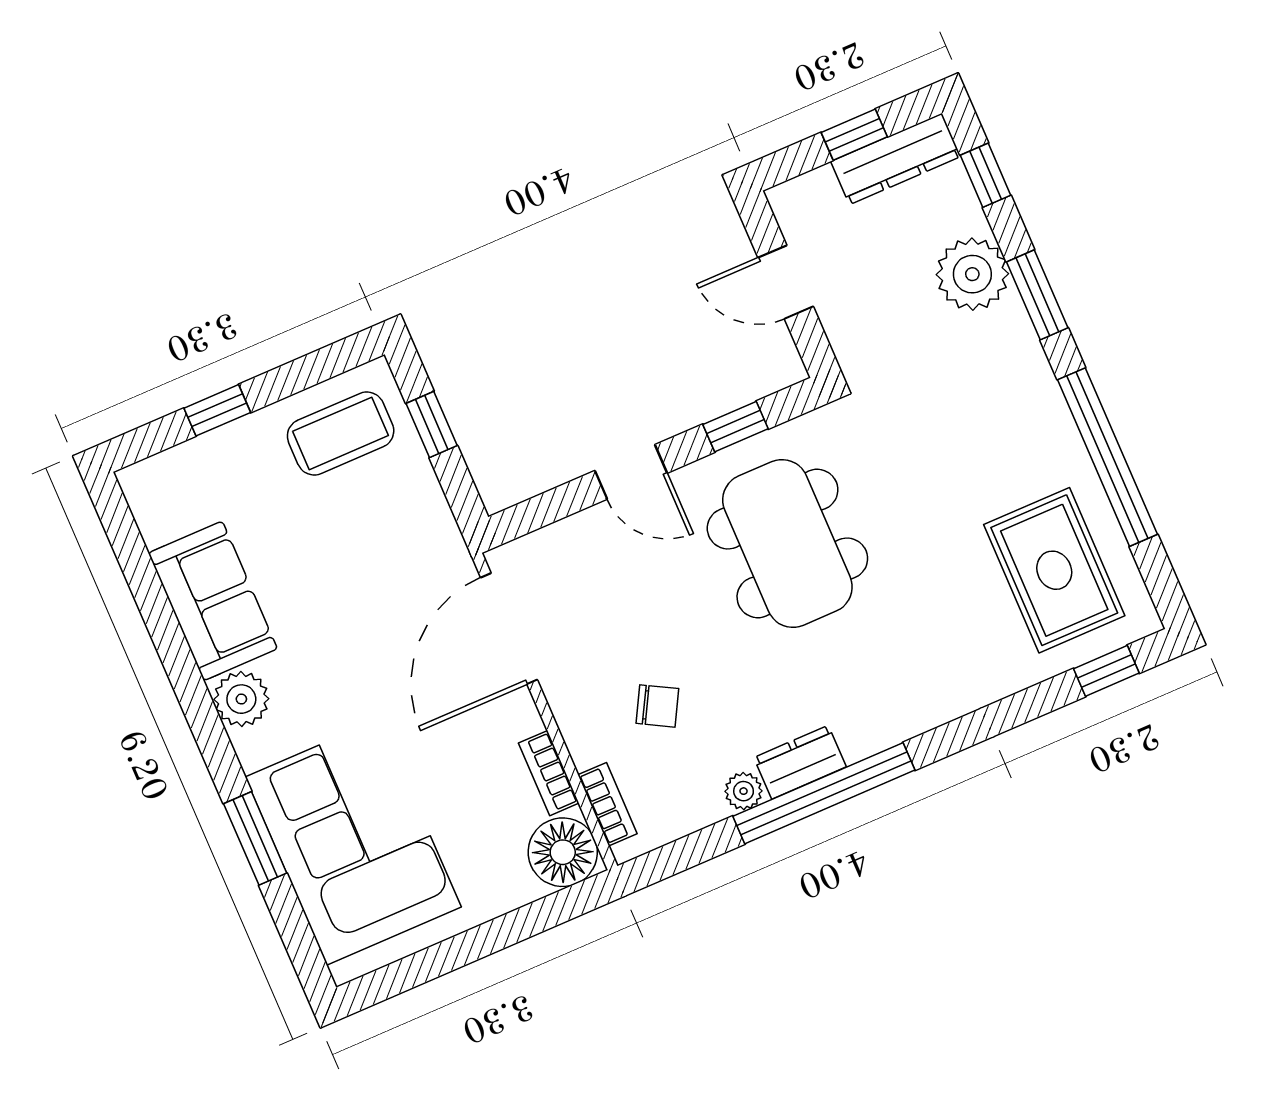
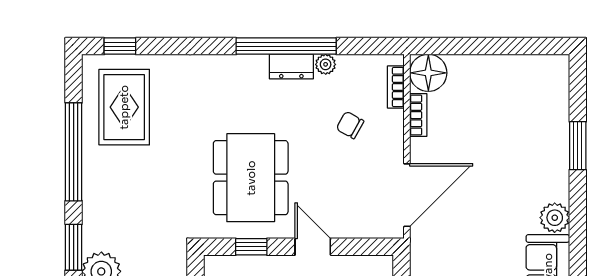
corner sofa: (353, 842) -> (530, 123), removed

